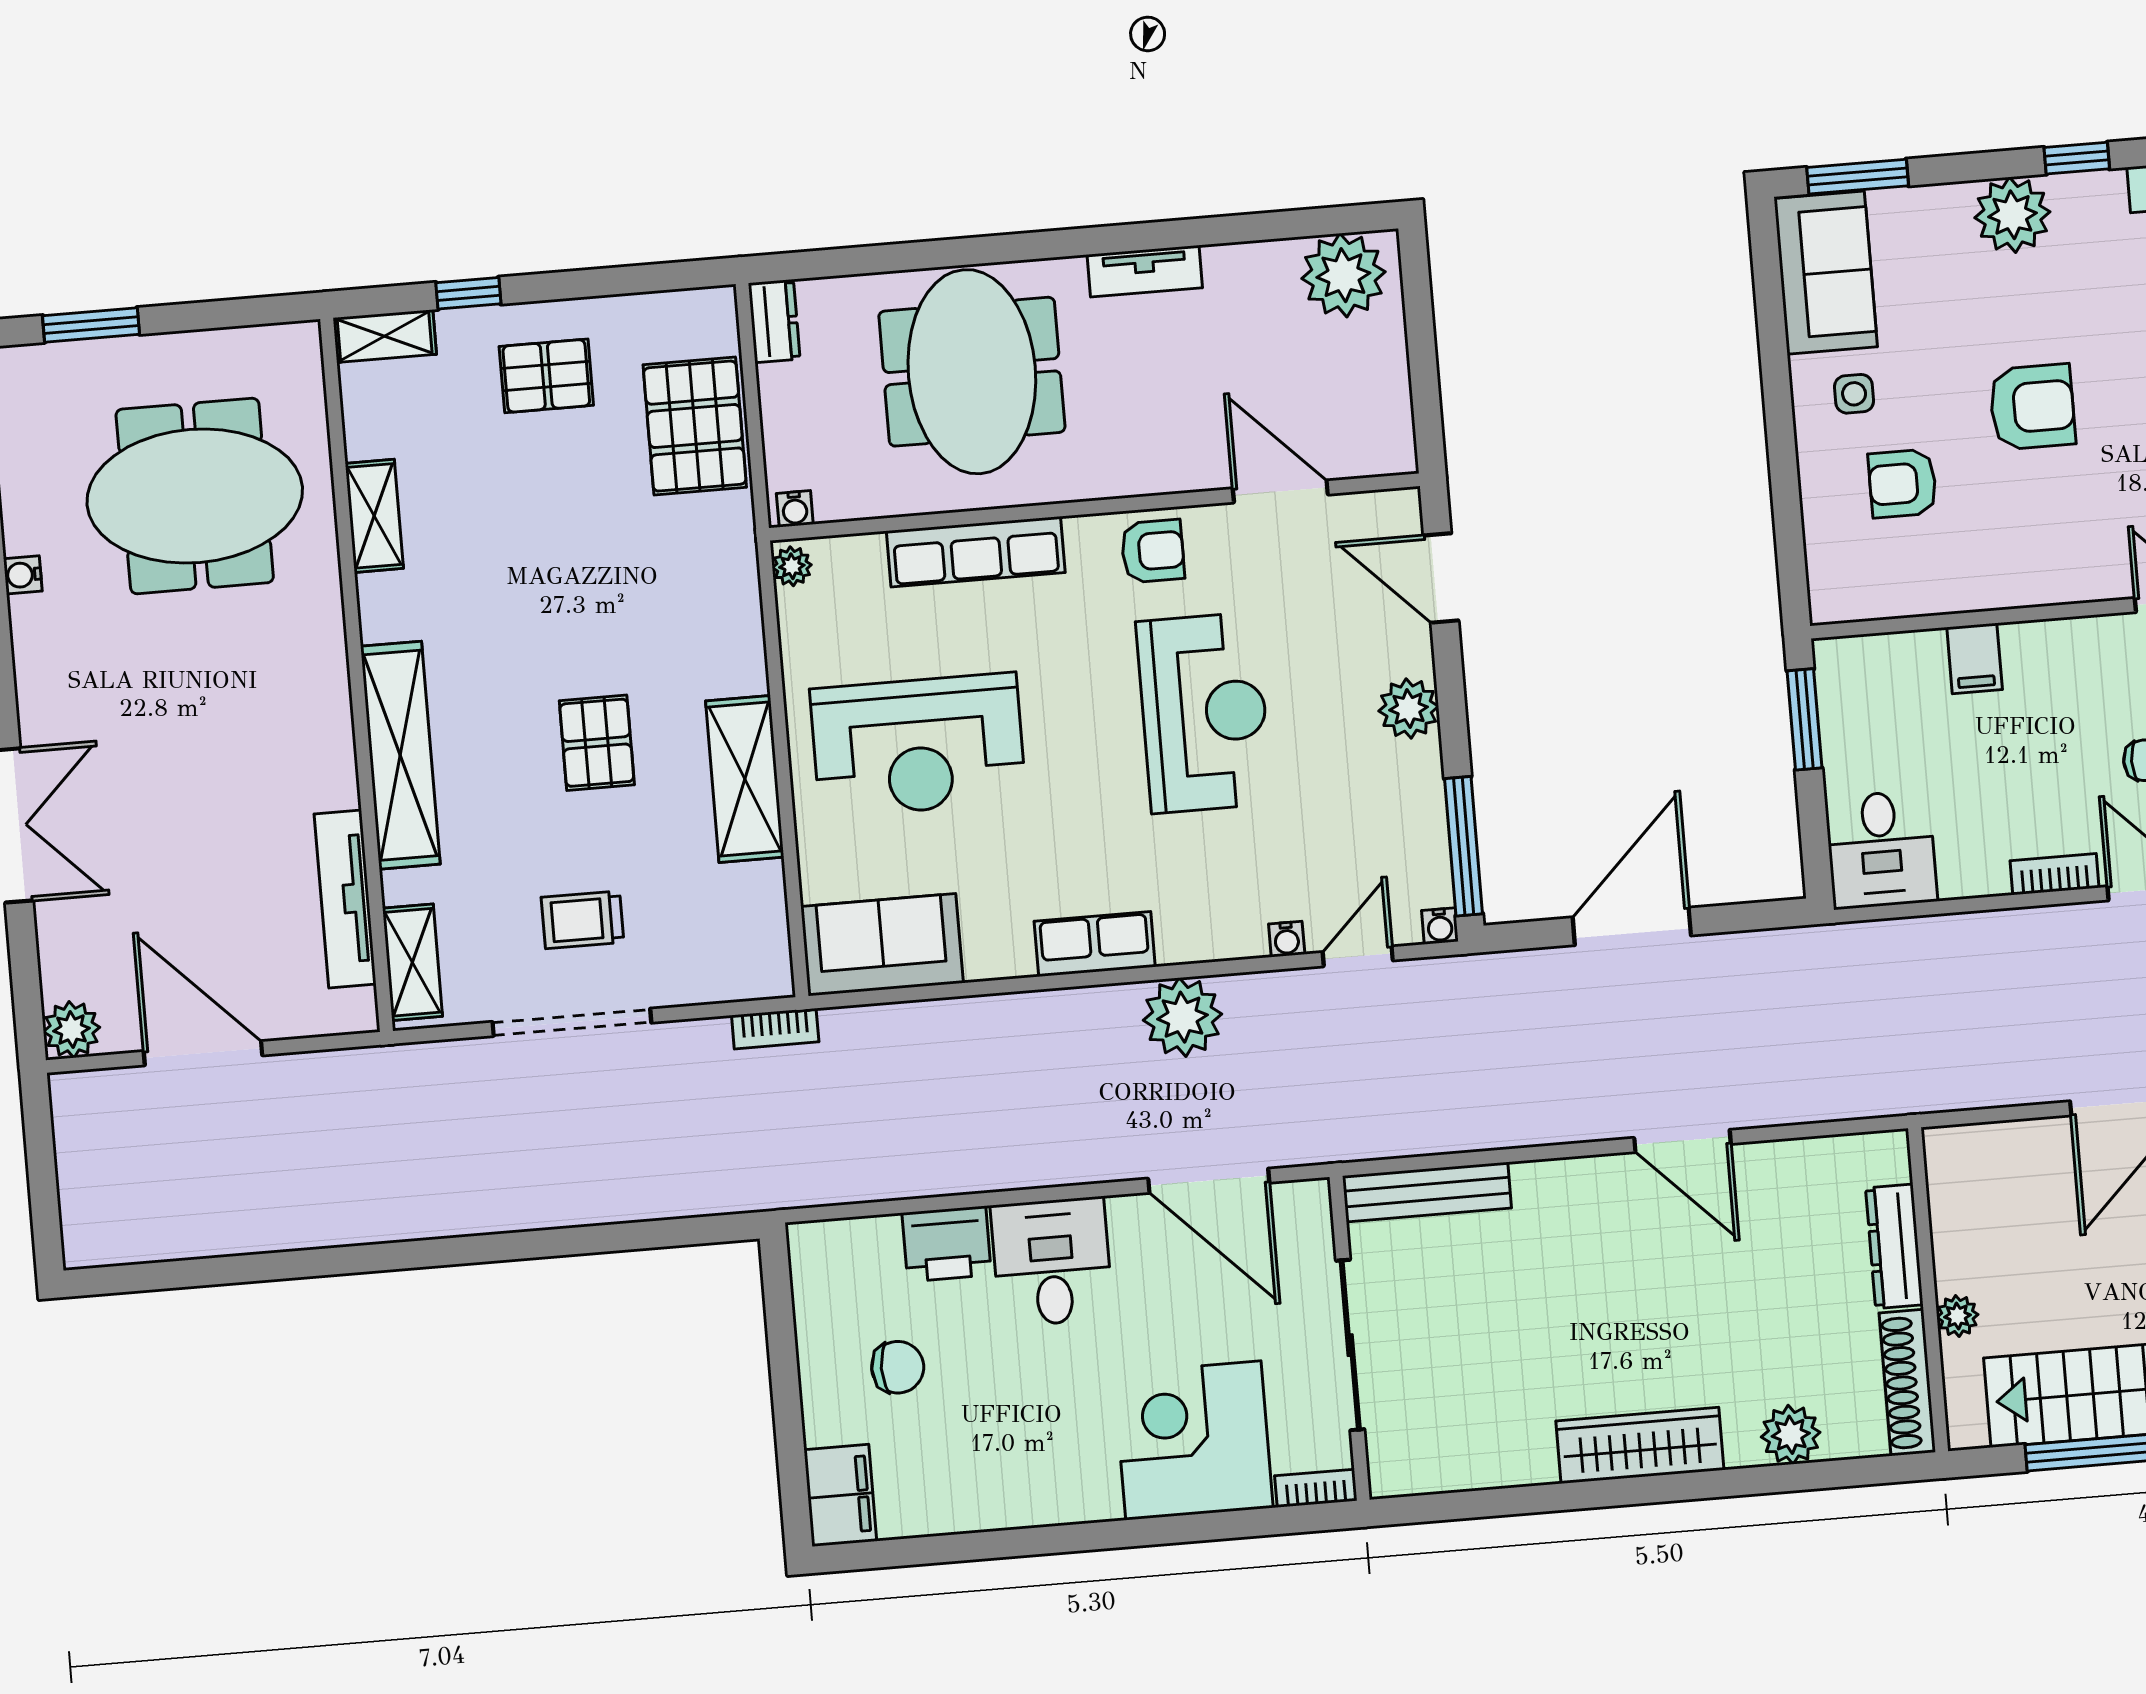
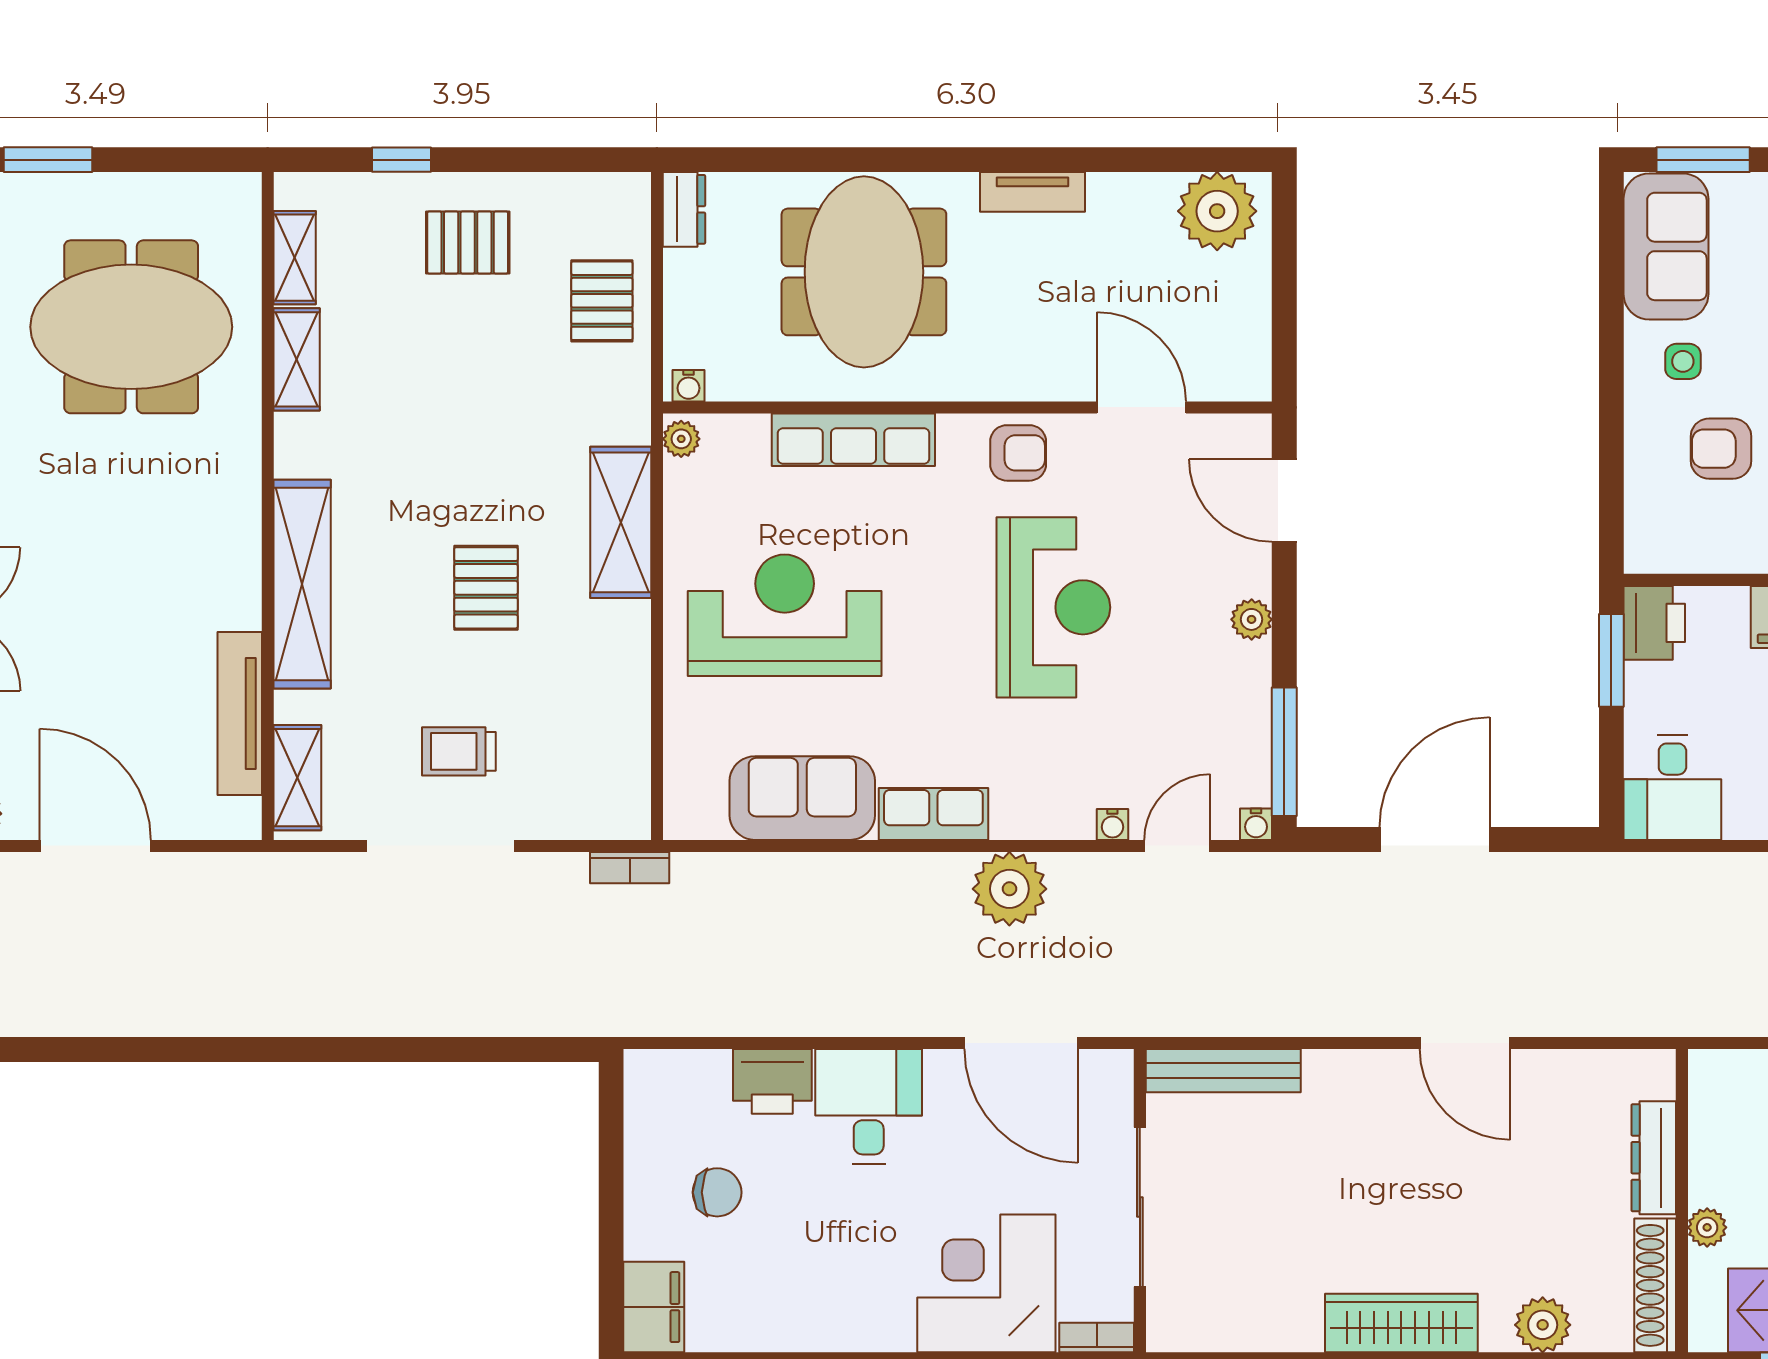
shelving: (385, 336) -> (295, 258), moved, turned 90
pallet: (695, 426) -> (602, 301), width x0.67, depth x0.71
printer: (1847, 675) -> (1654, 623), added
plant: (1409, 709) -> (1252, 619), width x0.73, depth x0.73
reception desk: (918, 745) -> (785, 615), turned 180
shelving: (745, 779) -> (621, 522), moved
sofa: (882, 945) -> (802, 798), moved

